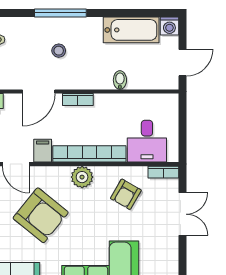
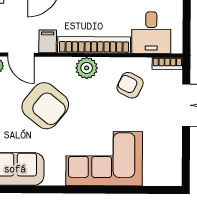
armchair: (126, 194) -> (130, 85), turned 86

